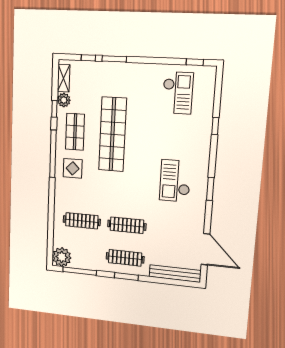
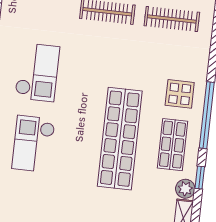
checkout: (178, 93) -> (33, 144), moved

